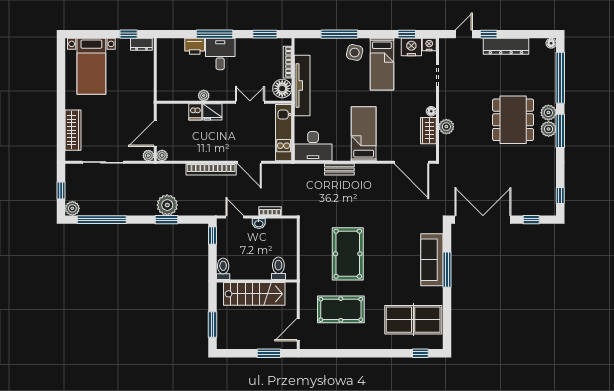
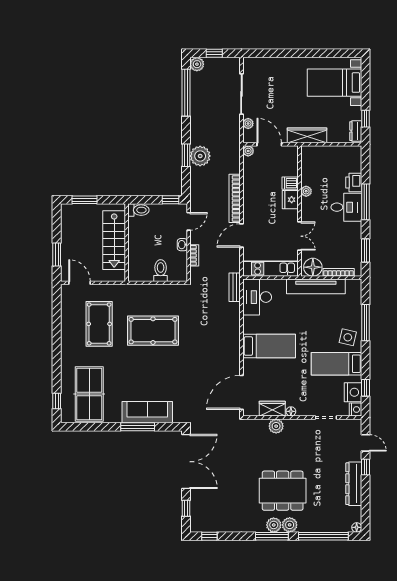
wardrobe: (73, 130) -> (307, 135), moved, turned 180
plant: (148, 156) -> (248, 123), moved
bench: (339, 169) -> (235, 287), moved
toilet: (278, 268) -> (161, 271), moved, turned -90

